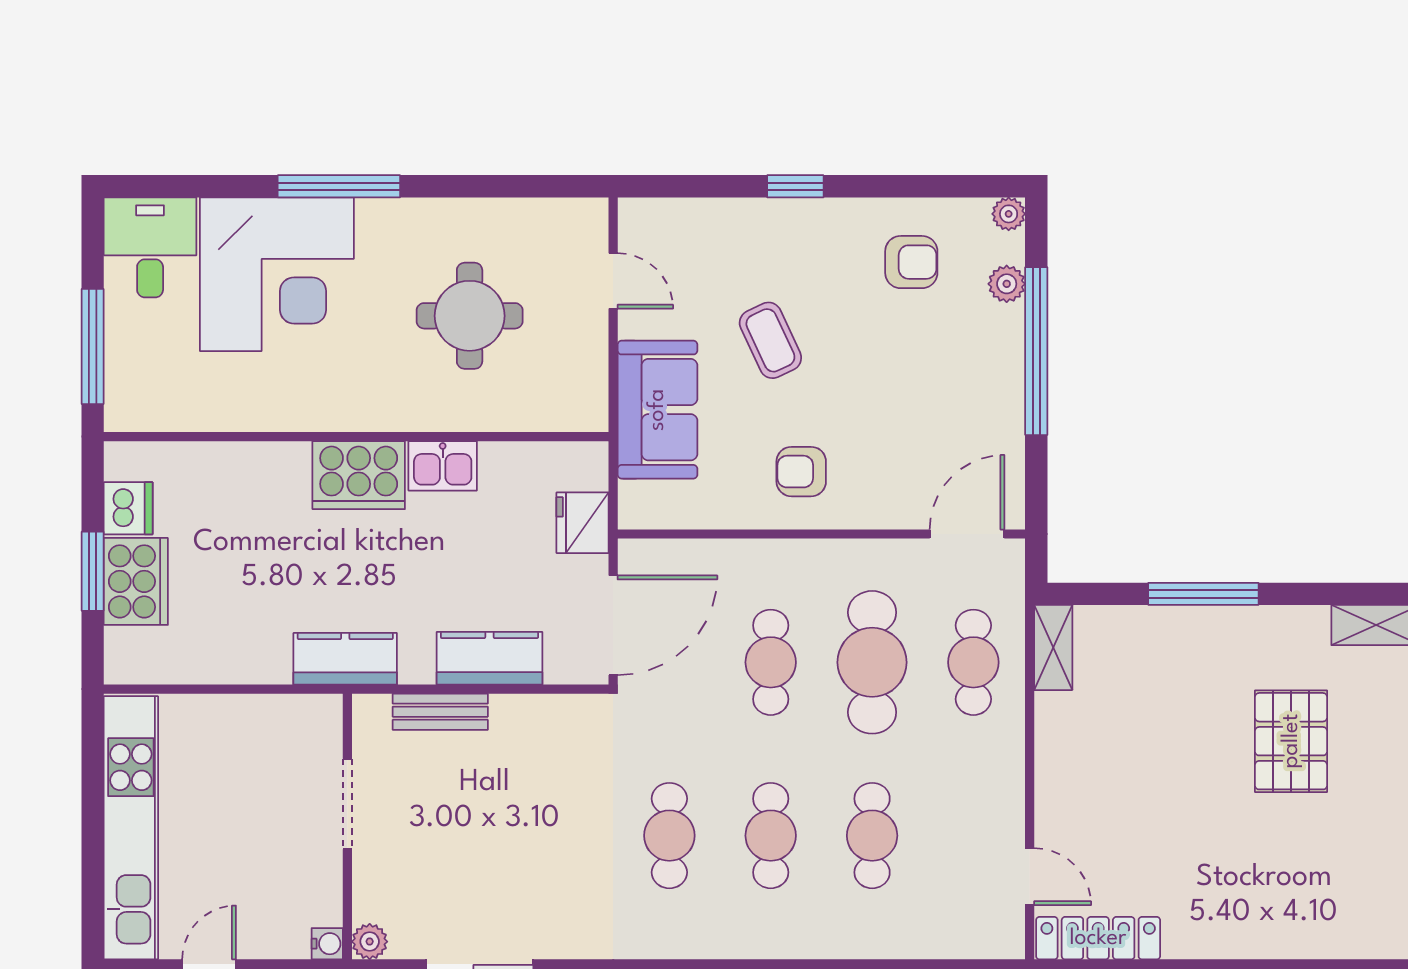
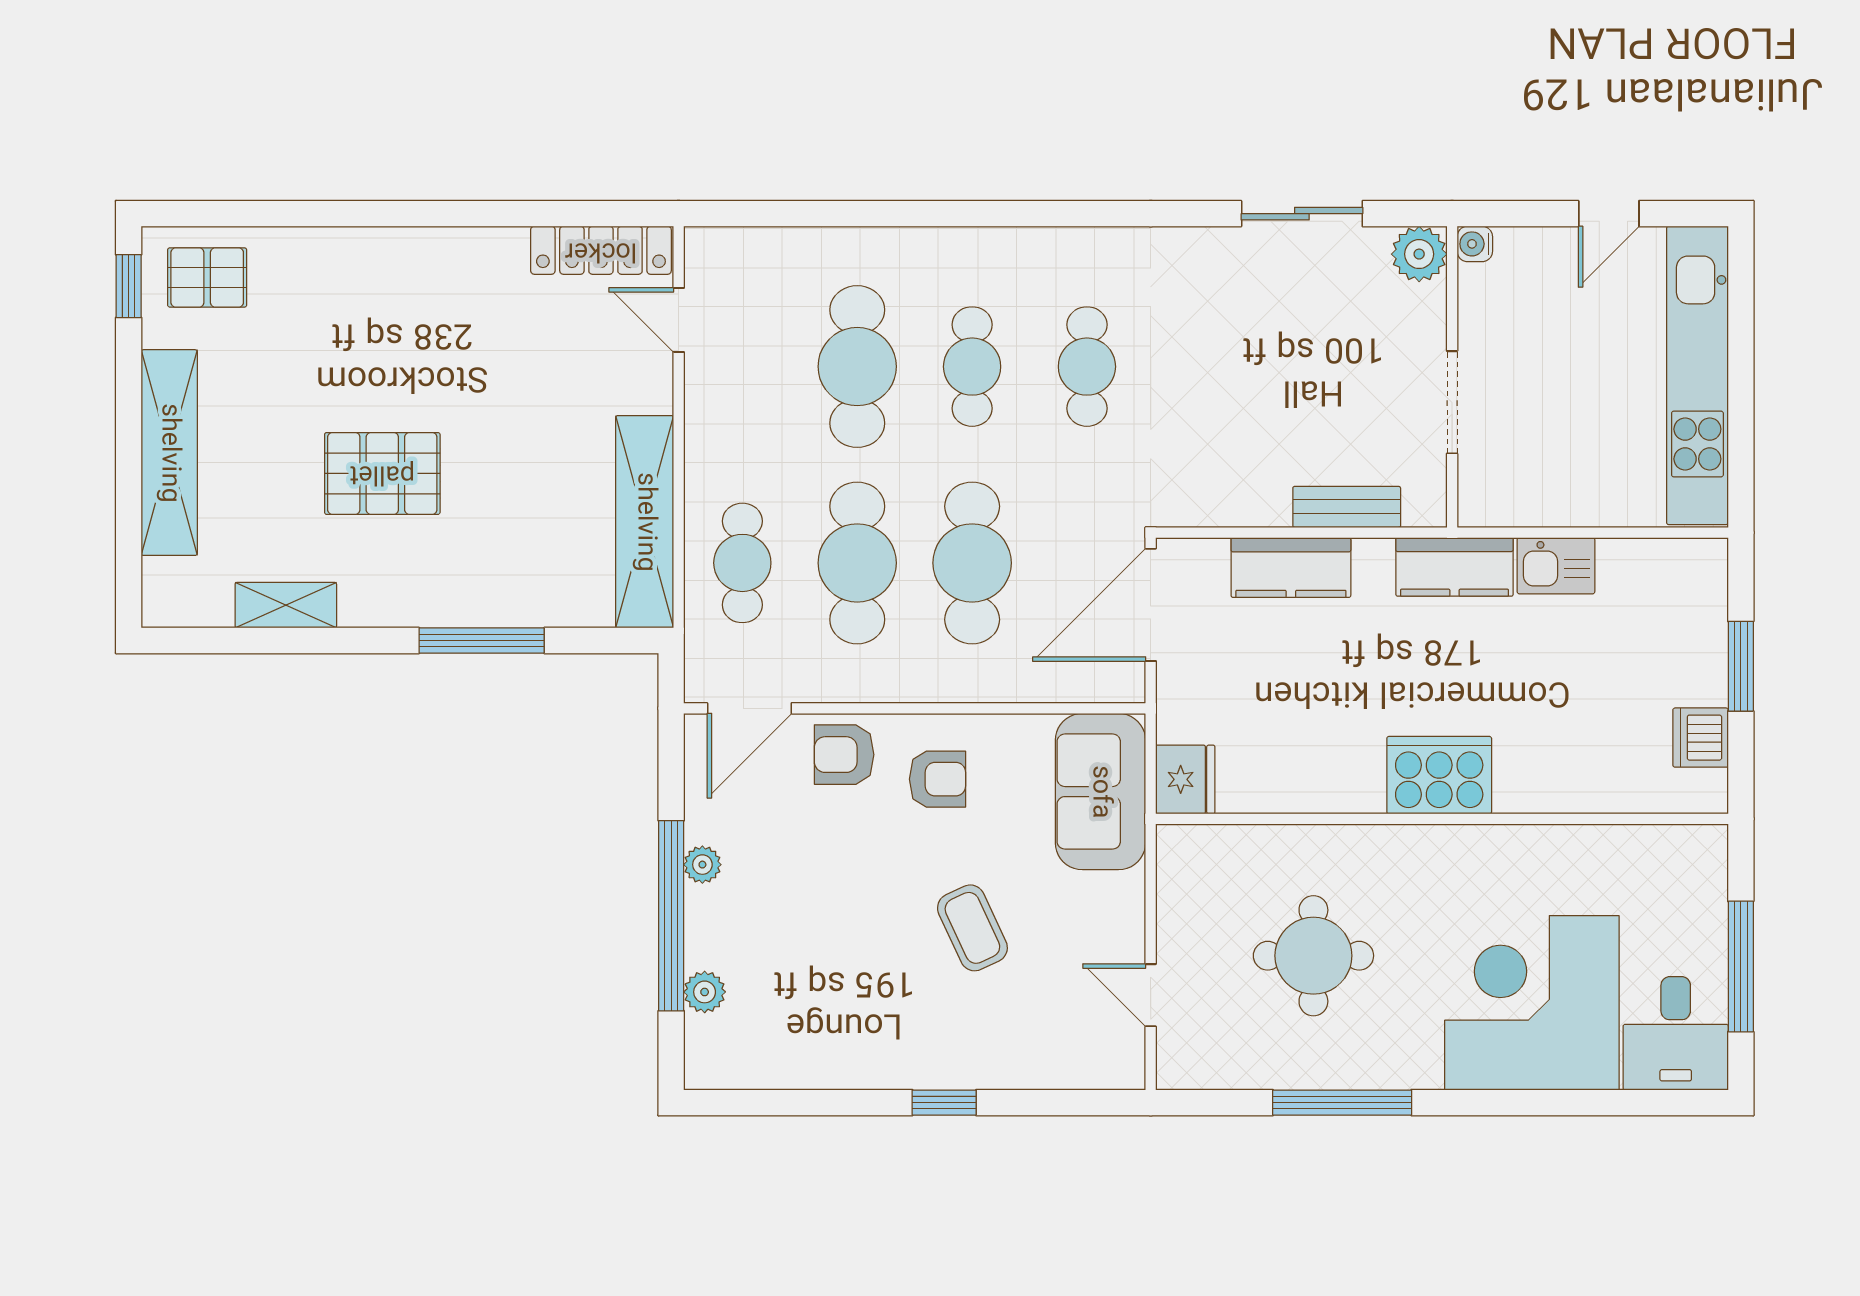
window: (339, 186) -> (1342, 1103), moved
plant: (1009, 214) -> (702, 865), moved
armchair: (911, 262) -> (844, 755), moved
window: (93, 347) -> (1741, 967), moved
sofa: (657, 410) -> (1100, 792), moved
kitchen sink: (443, 466) -> (1556, 566), moved, turned 180
fridge: (583, 523) -> (1185, 779), moved
cooker: (136, 581) -> (1692, 655), removed
shelving: (1053, 648) -> (645, 522), width x2.20, depth x1.33
cafe table: (771, 662) -> (972, 563), width x1.37, depth x1.35
pallet: (1291, 741) -> (382, 473), turned 90
cafe table: (872, 836) -> (857, 367), width x1.37, depth x1.35
plant: (370, 942) -> (1419, 254), width x1.38, depth x1.38

